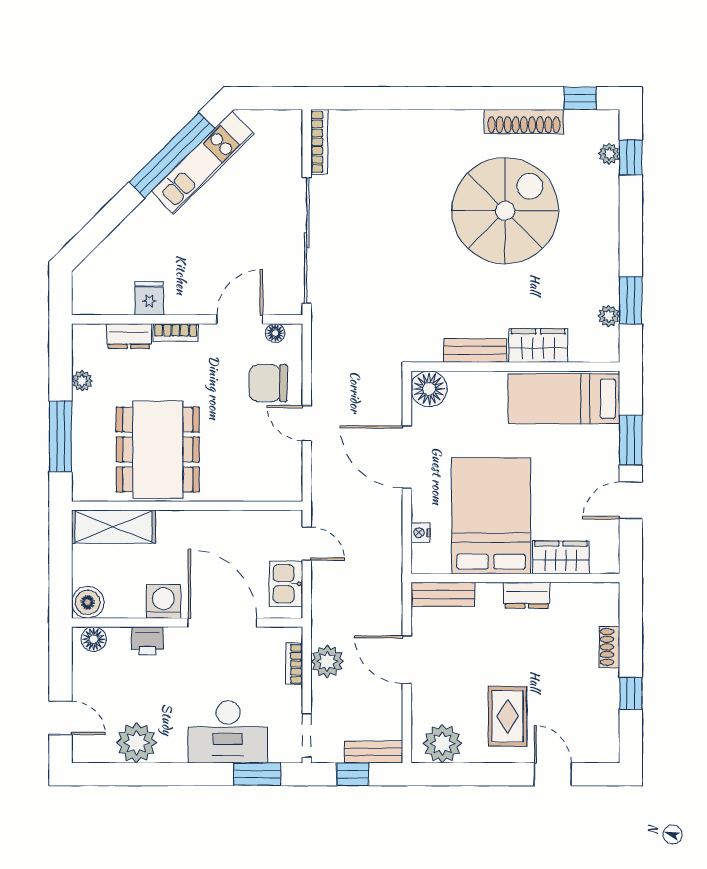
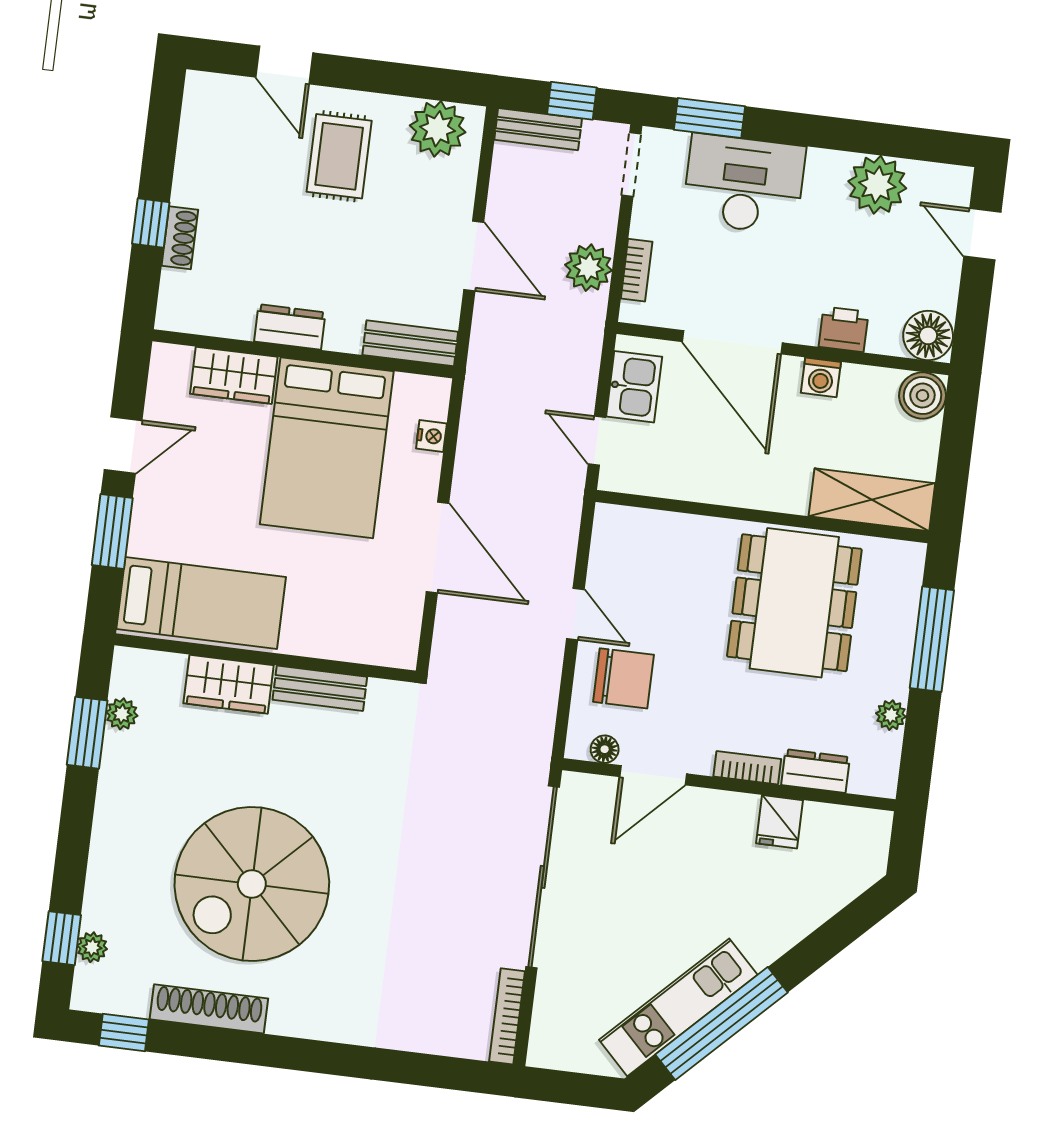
floor lamp: (429, 389) -> (393, 641), removed
washing machine: (163, 601) -> (821, 377), width x0.73, depth x0.73
floor lamp: (94, 639) -> (928, 336), width x1.38, depth x1.38
window: (631, 693) -> (151, 223), moved

